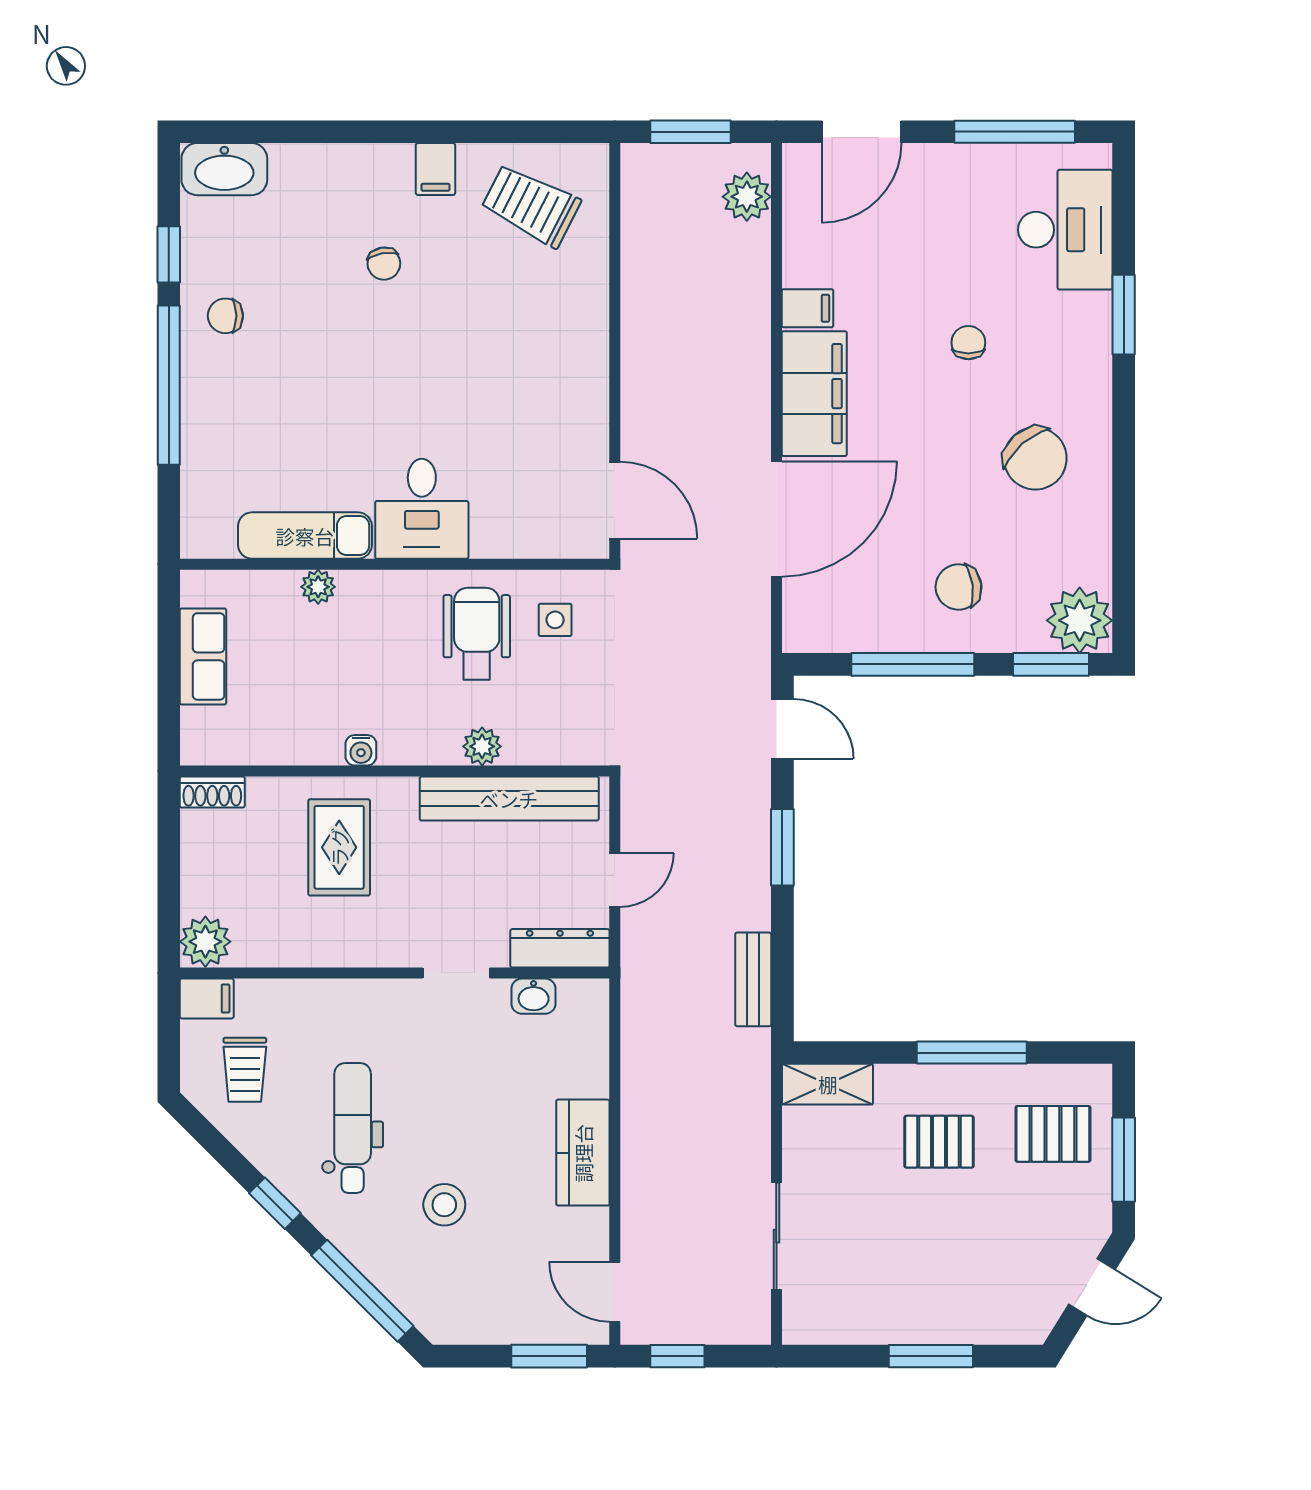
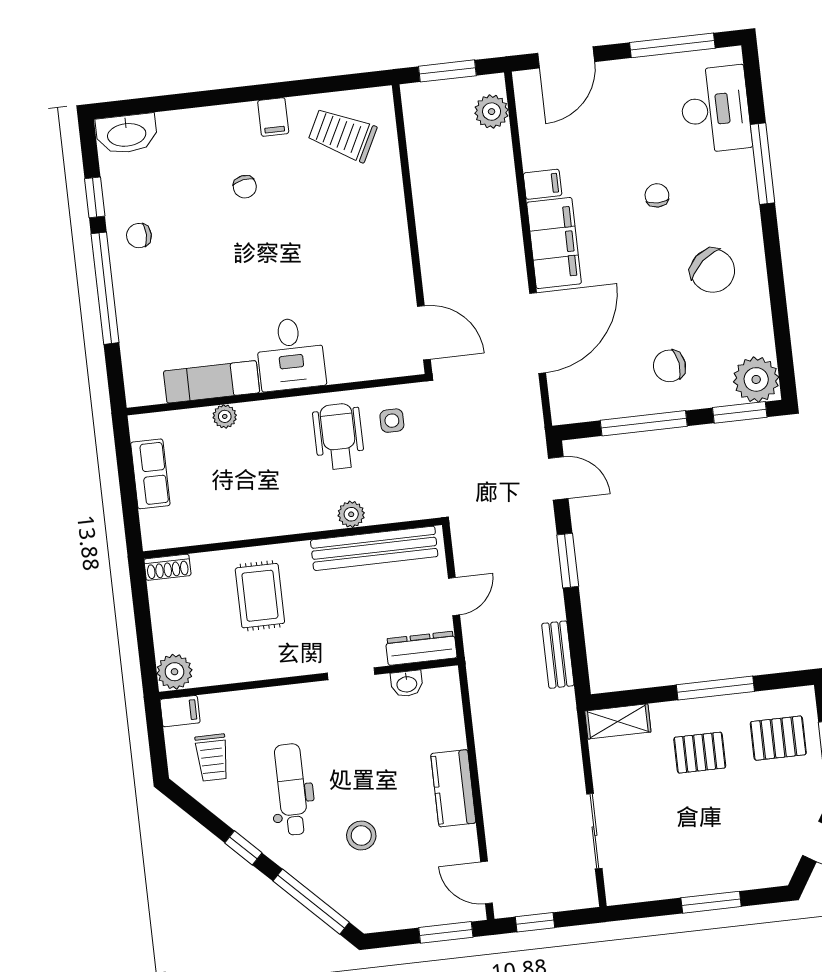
window: (1124, 315) -> (763, 164), width x1.44
water cooler: (361, 750) -> (267, 526), removed

